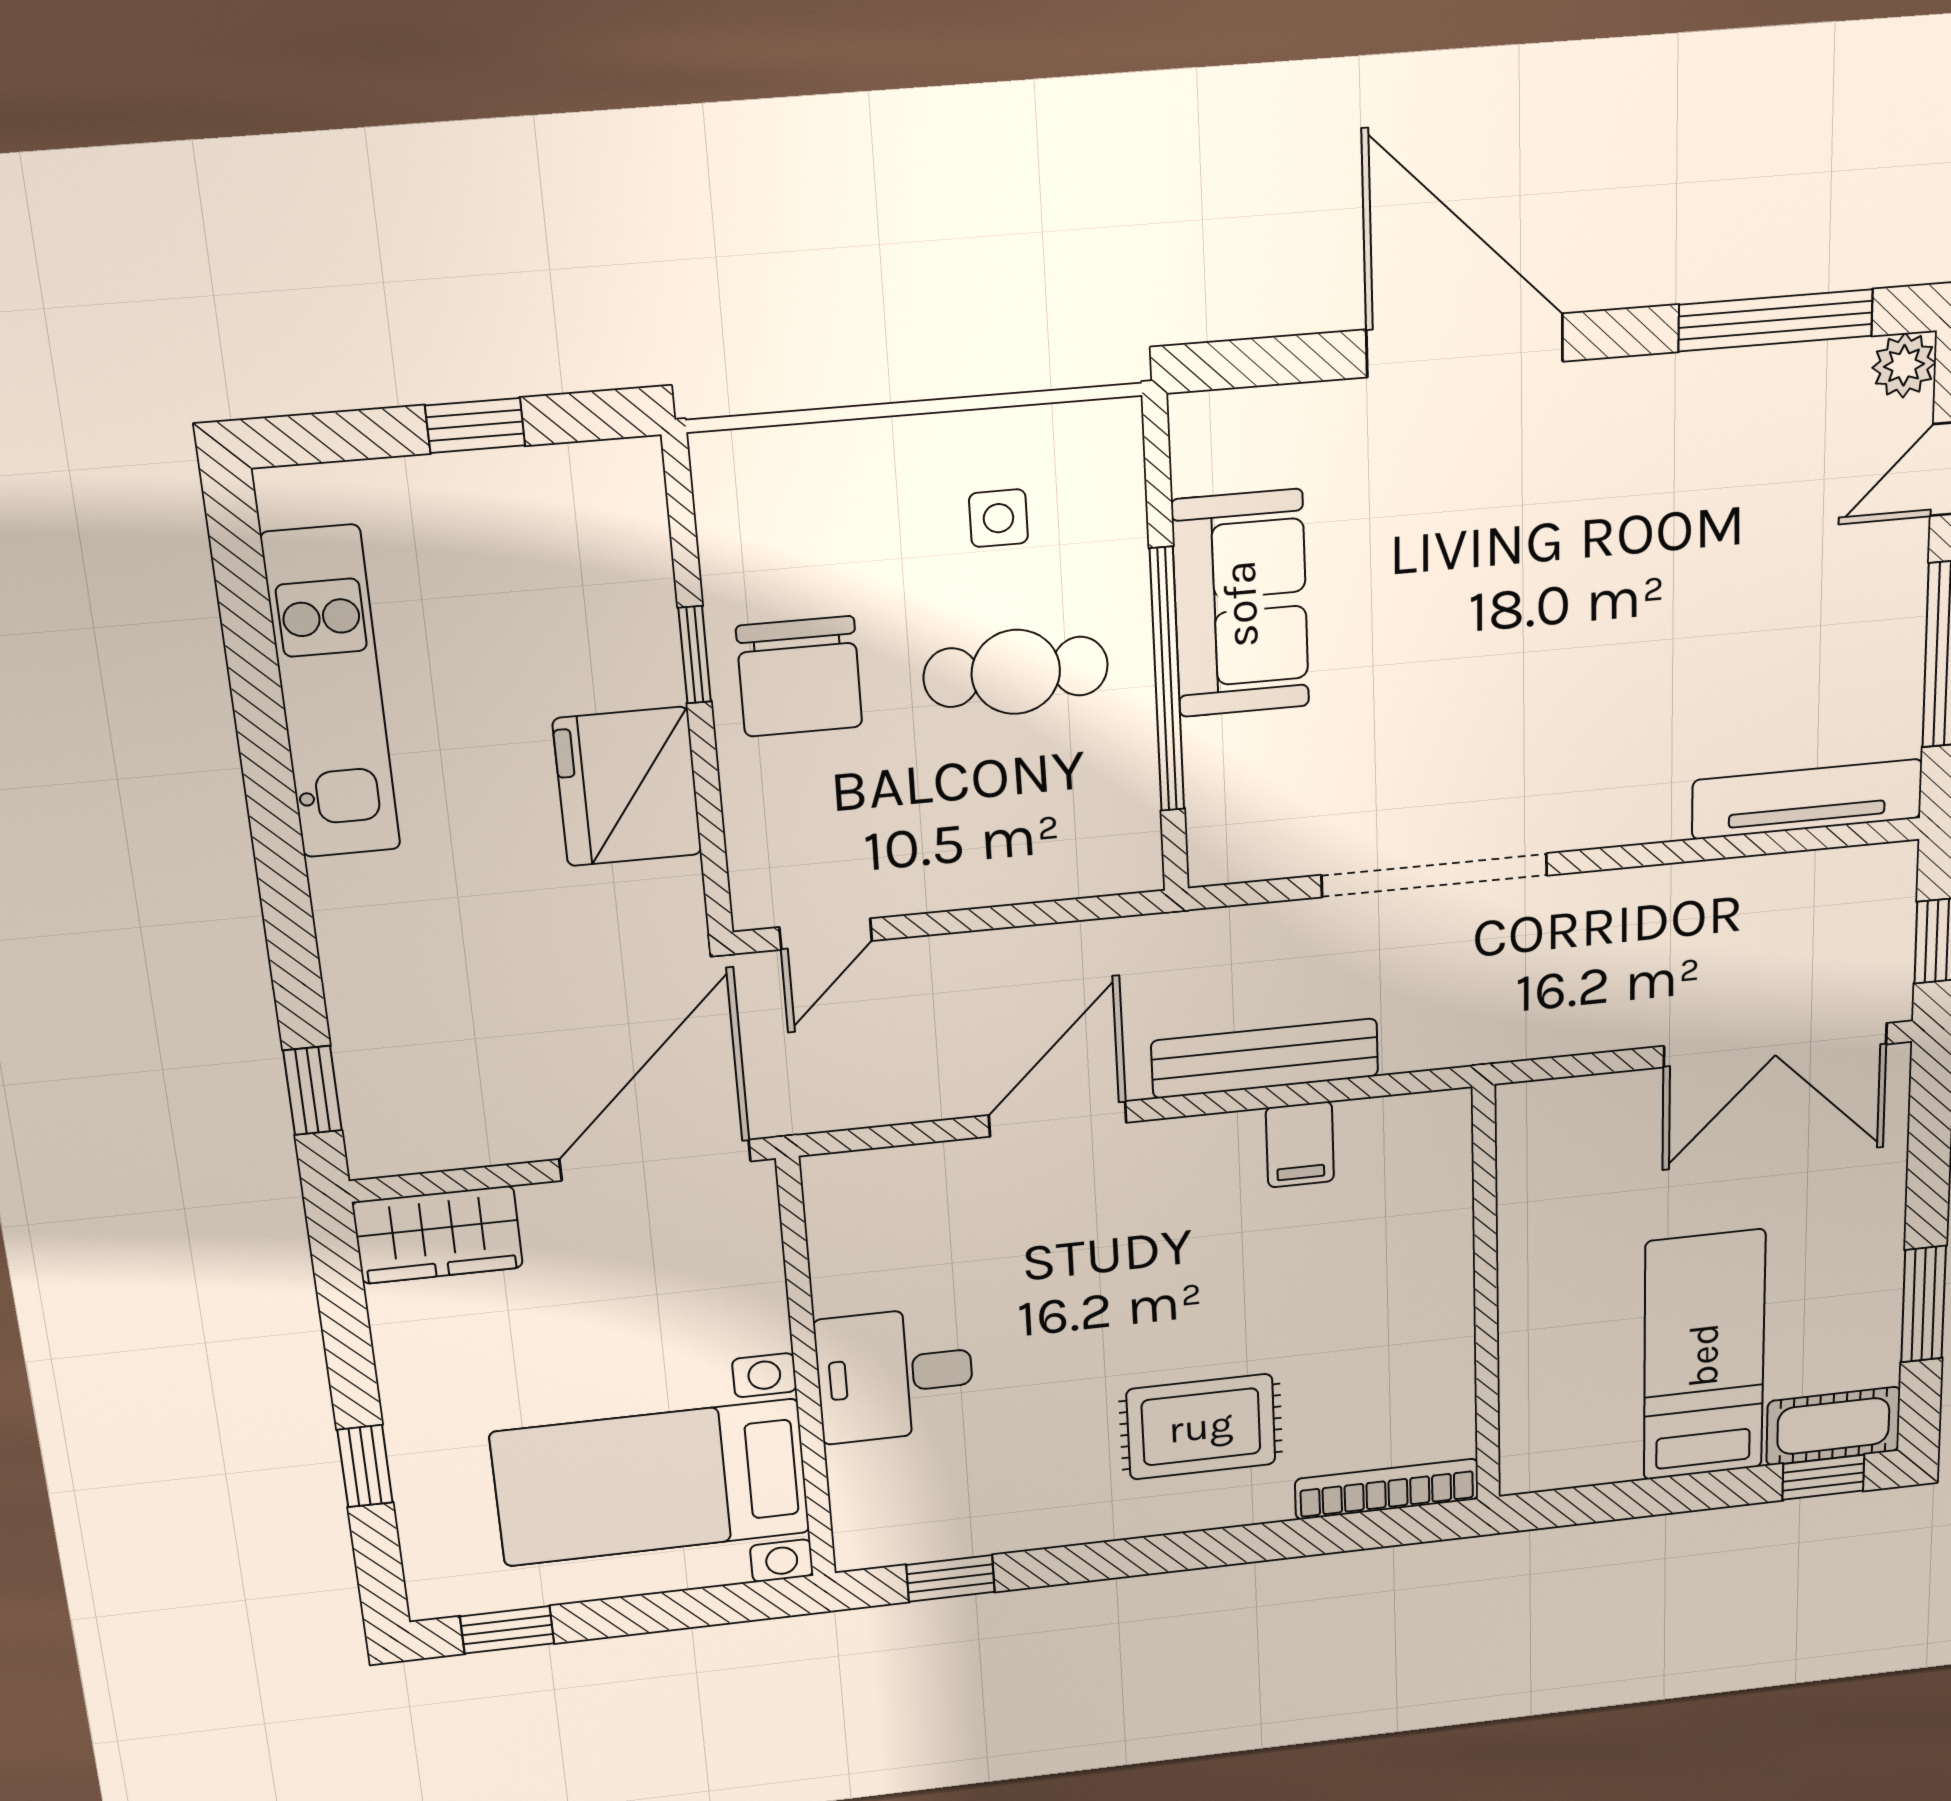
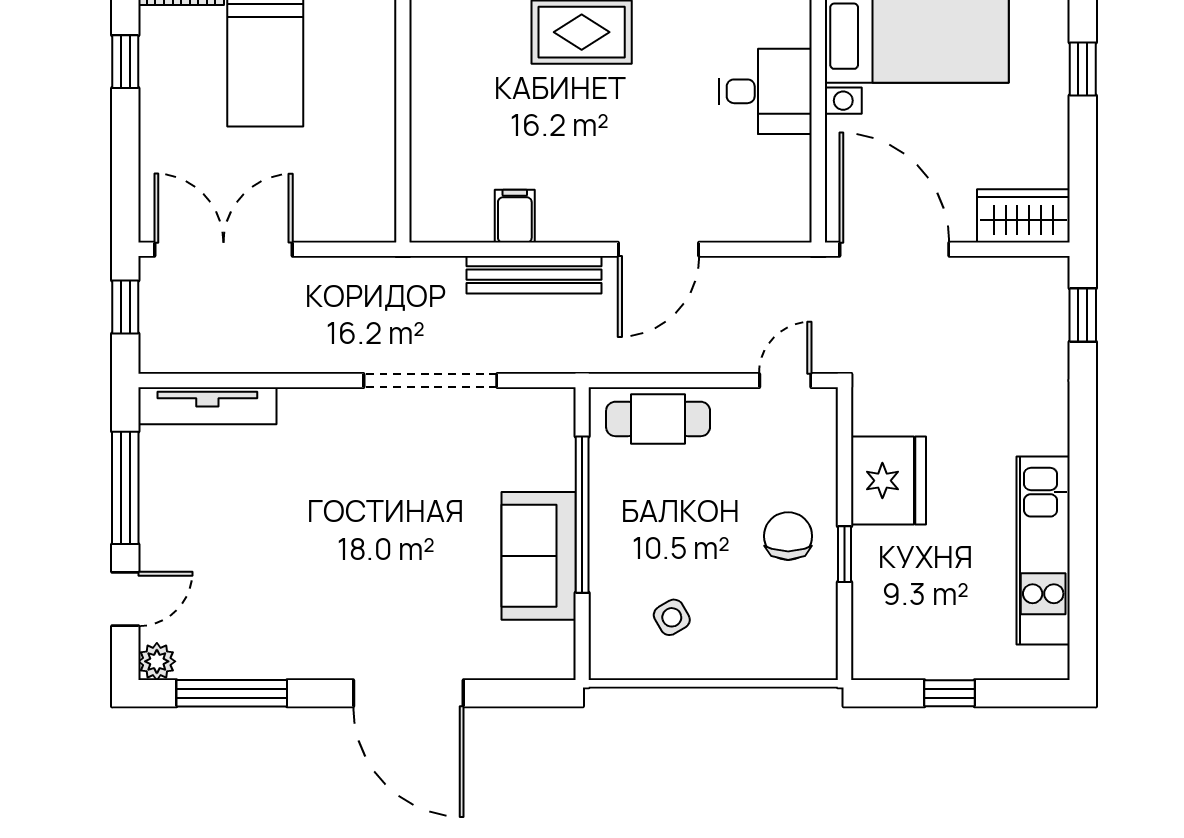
side table: (998, 518) -> (672, 617), turned -30
cafe table: (1016, 672) -> (658, 419), moved
chair: (799, 676) -> (788, 536), width x0.73, depth x0.73
door: (655, 1160) -> (894, 249), swing flipped
window: (1923, 1304) -> (125, 62), width x0.67

